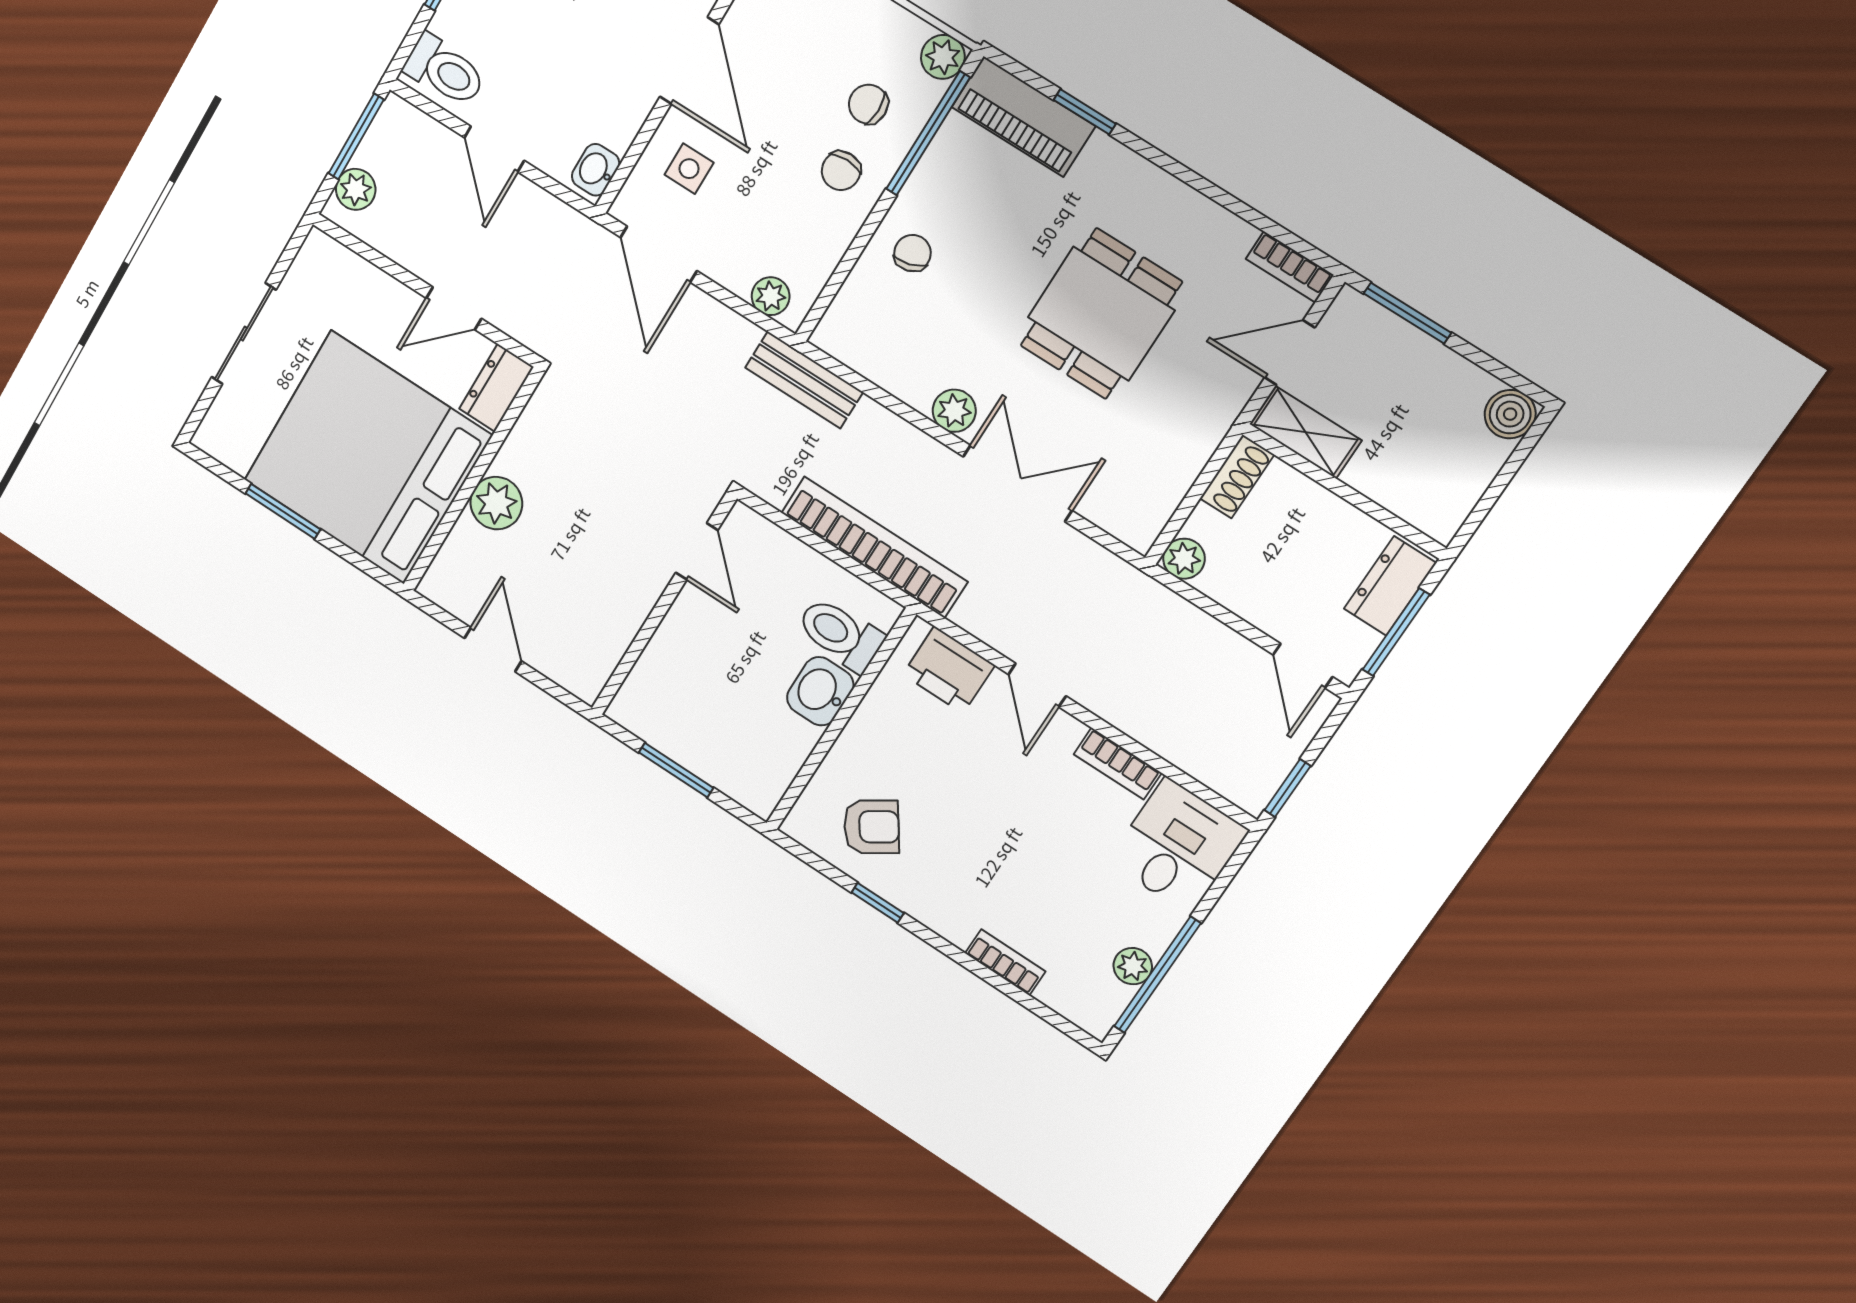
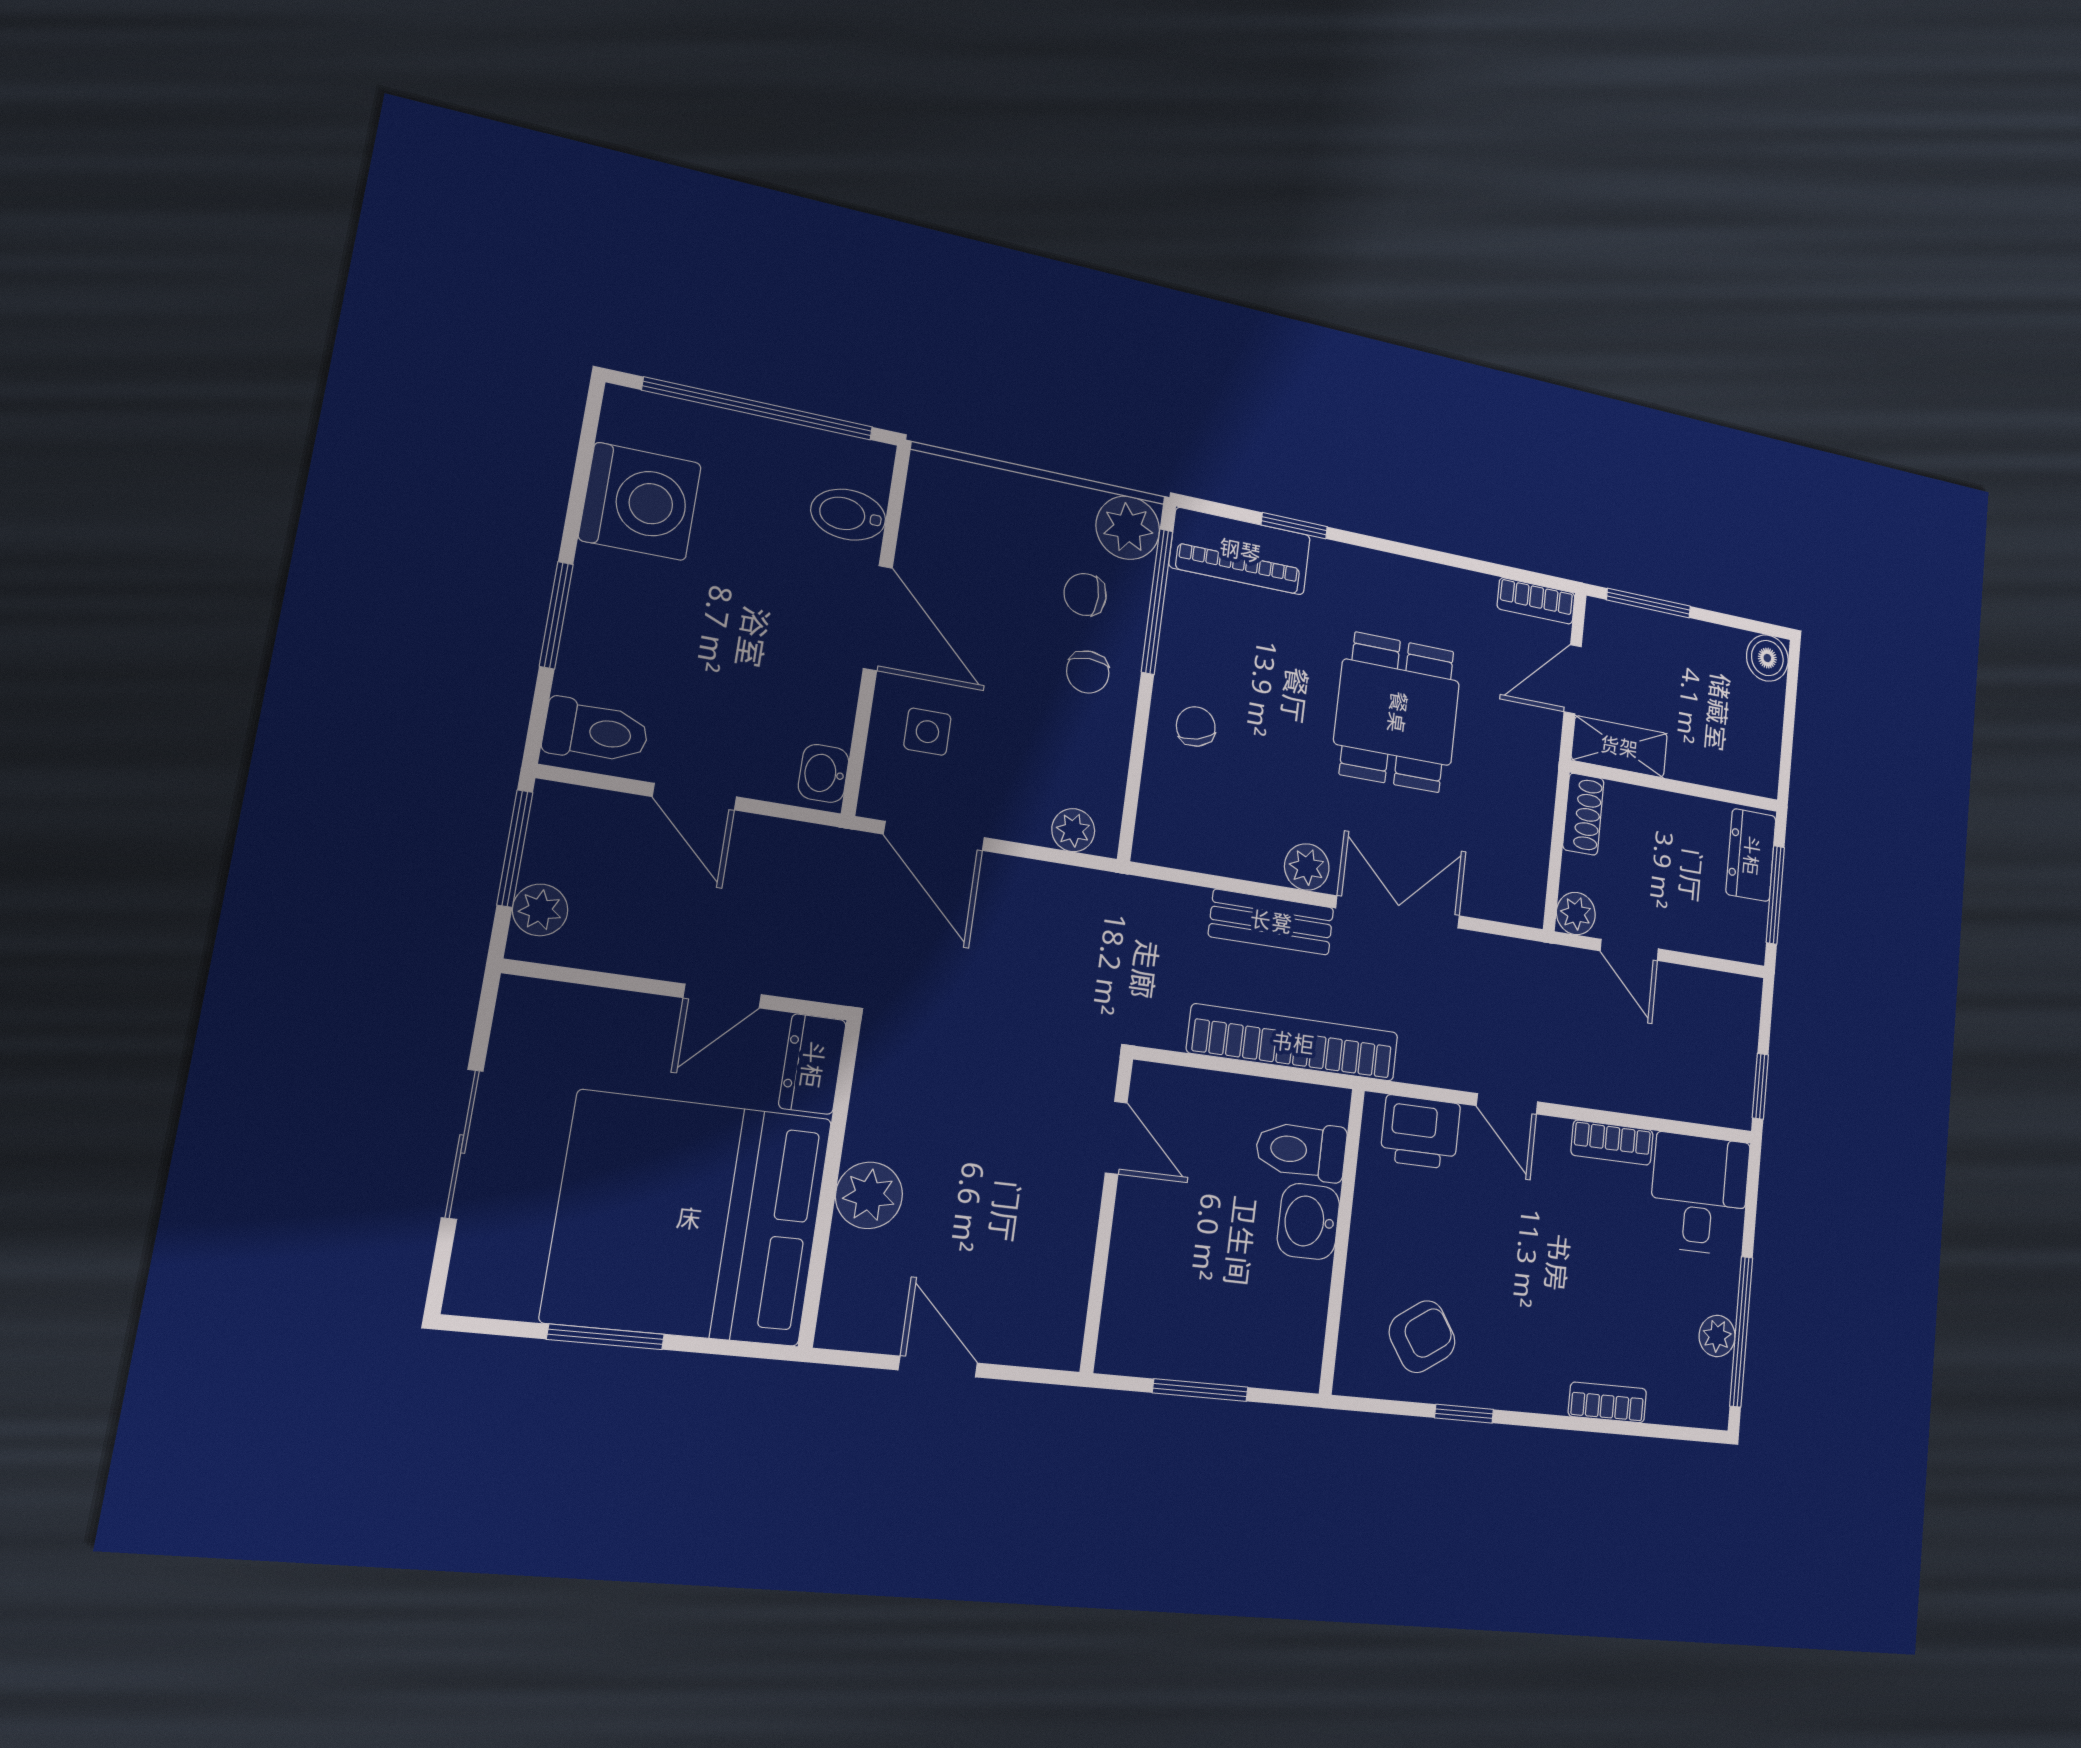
plant: (943, 57) -> (1128, 528), width x1.38, depth x1.38
bench: (804, 380) -> (1271, 922), moved
door: (1303, 666) -> (1629, 950), moved

